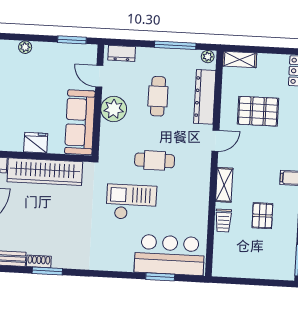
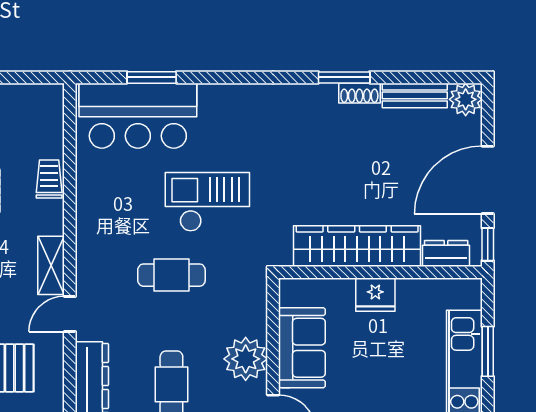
sofa: (80, 122) -> (302, 348), width x0.73
shelving: (224, 185) -> (51, 265), moved
checkout: (131, 202) -> (207, 202), turned 180

